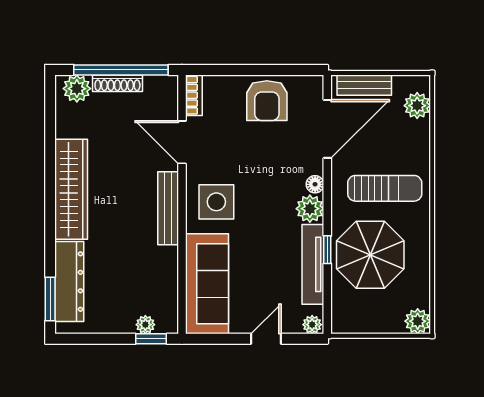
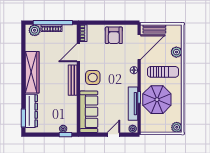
plant: (417, 106) -> (176, 52), moved
door: (182, 142) -> (78, 53), hinge flipped
plant: (310, 209) -> (132, 80), removed

